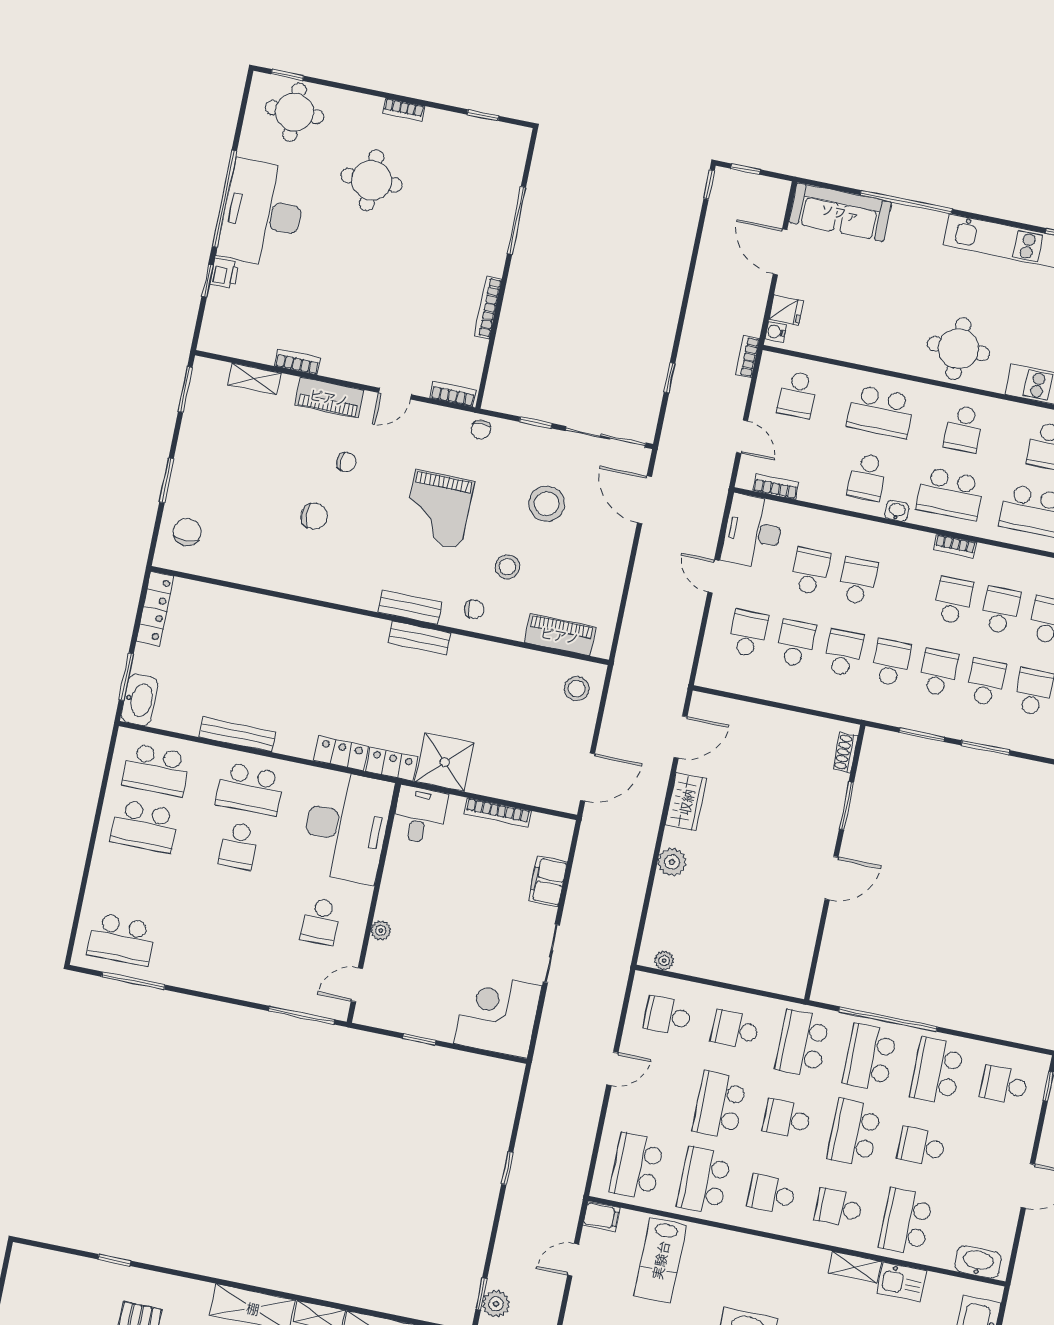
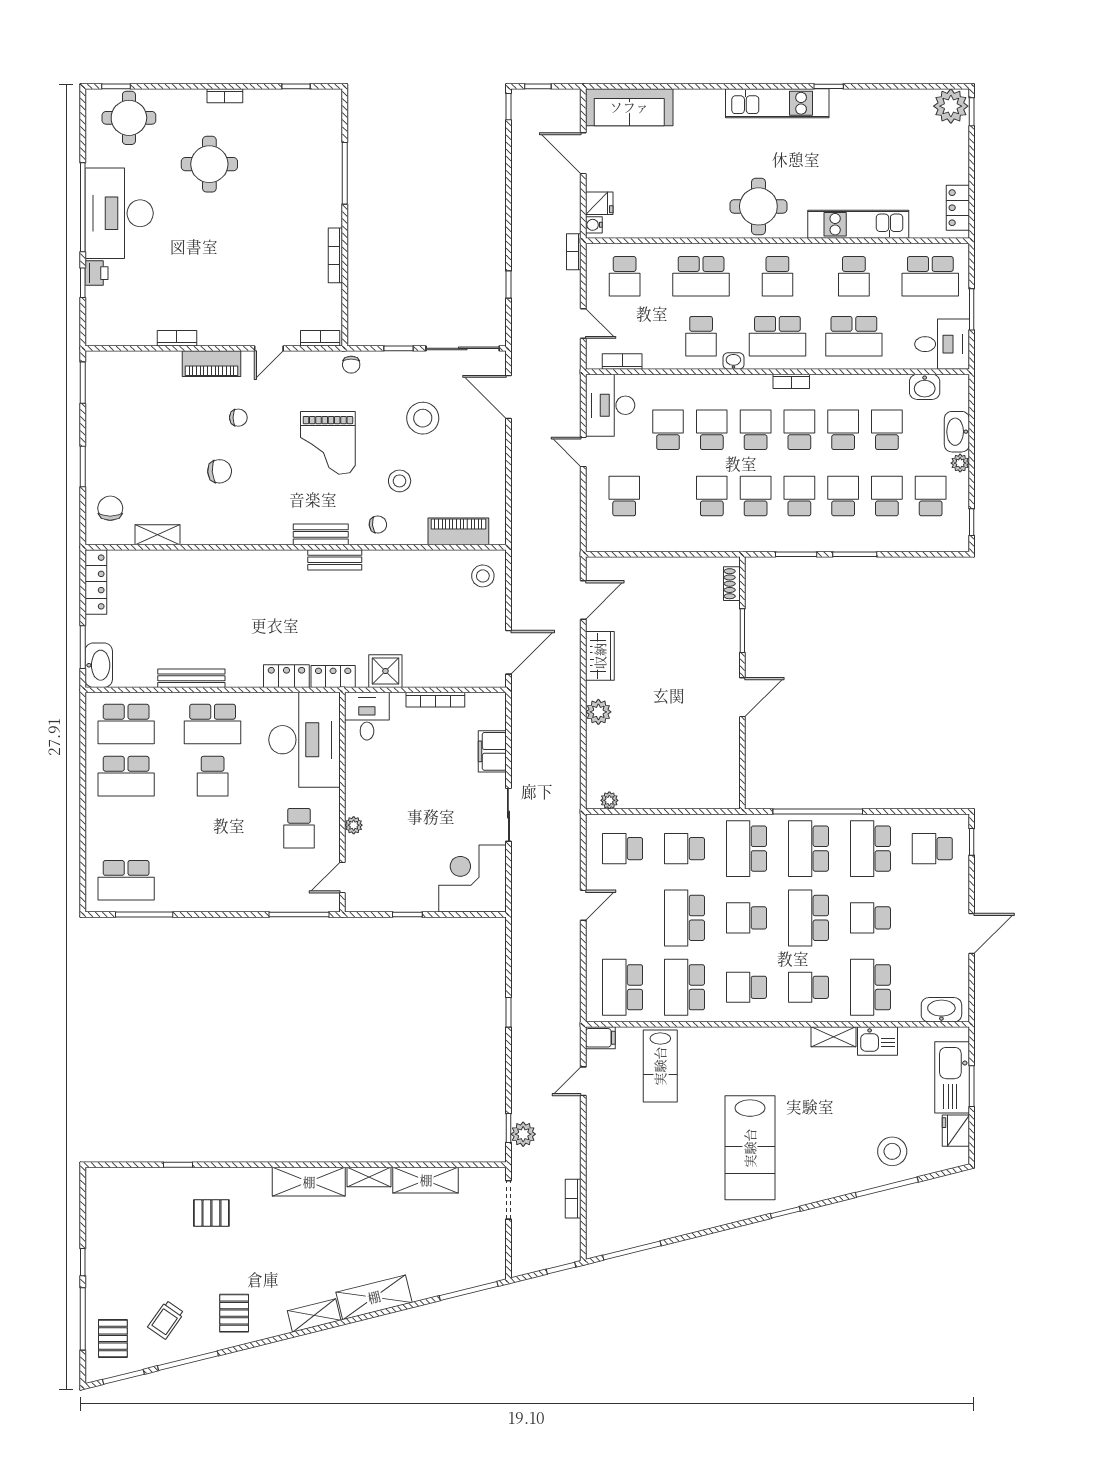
window: (906, 202) -> (686, 86), removed
shelving: (254, 379) -> (158, 535), moved
school desk: (796, 643) -> (756, 430), moved
shower: (445, 762) -> (385, 671), width x0.73, depth x0.73

